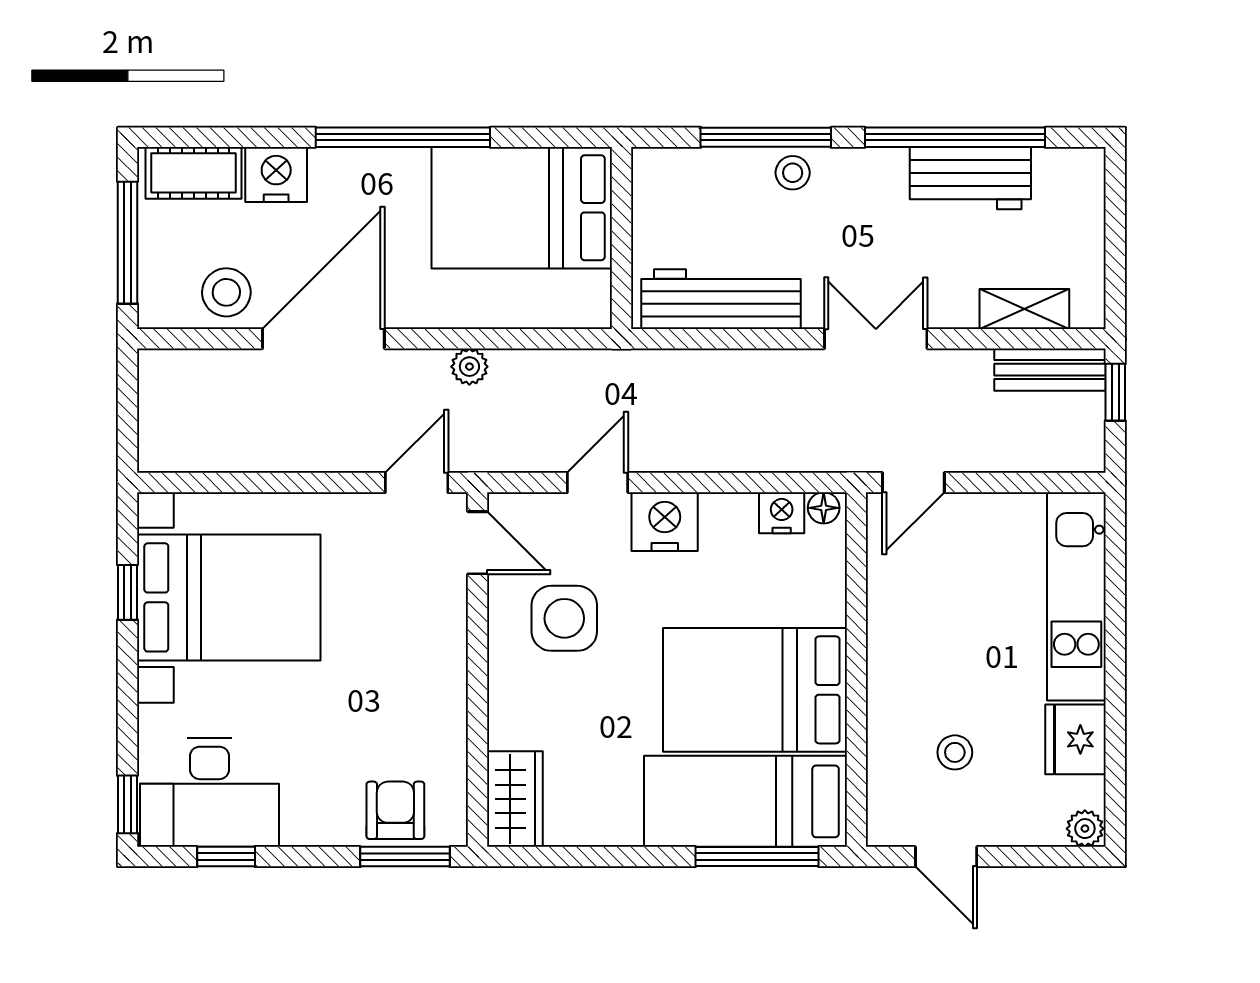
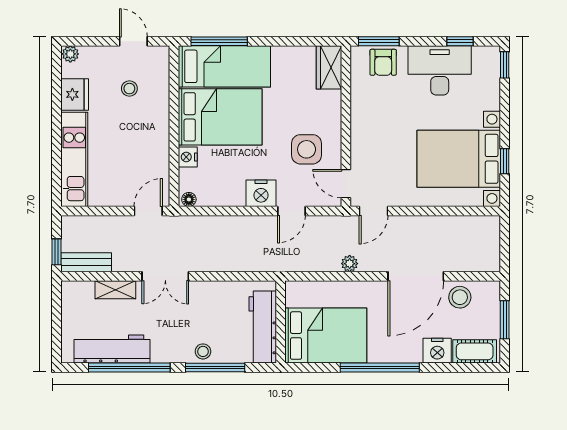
workbench: (970, 178) -> (112, 349), width x1.38
window: (128, 243) -> (505, 320), width x0.69
workbench: (721, 299) -> (263, 327), moved, turned 90
shelving: (1024, 309) -> (115, 290), moved
nightstand: (782, 513) -> (188, 157), moved, turned 90
desk: (209, 792) -> (440, 70), moved

